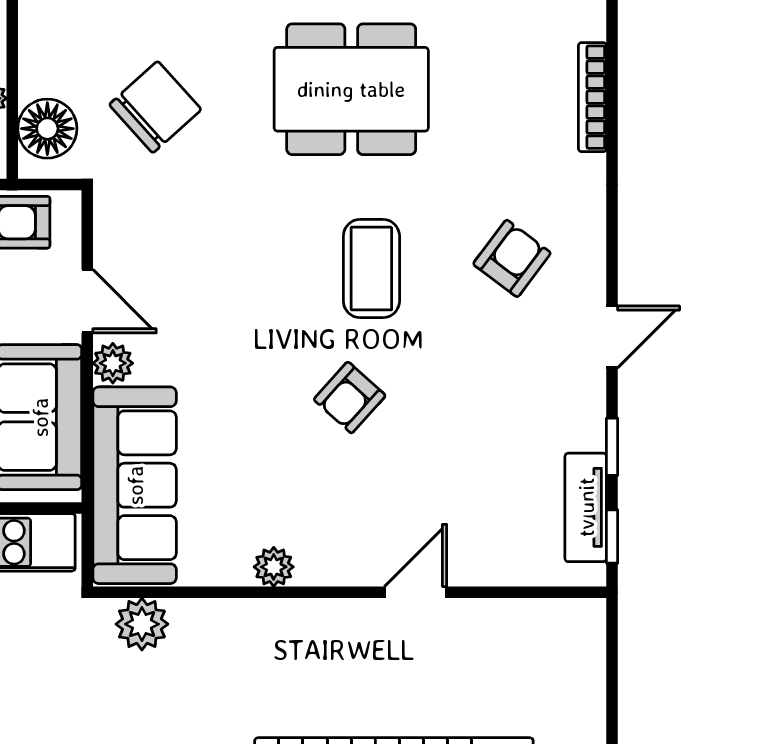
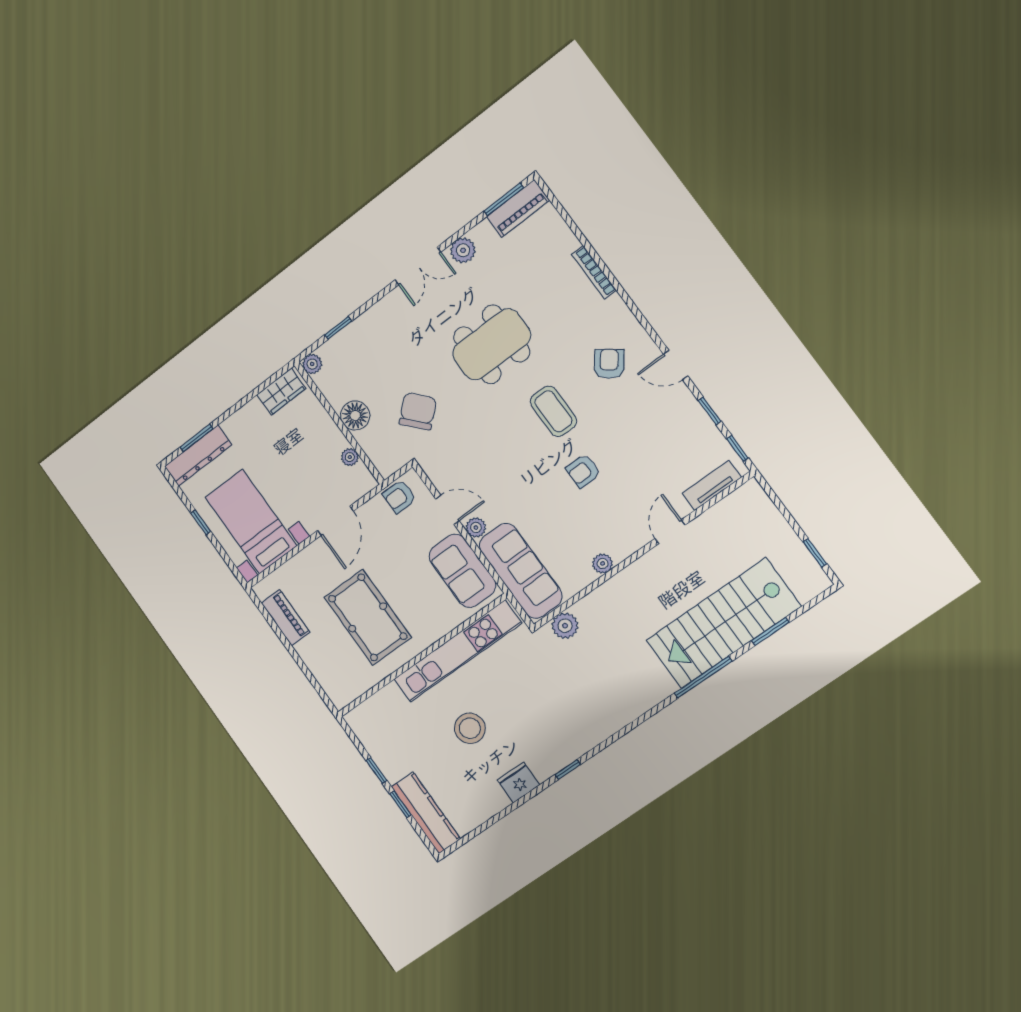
floor lamp: (47, 129) -> (355, 416), moved
door: (612, 337) -> (676, 365), swing flipped
armchair: (350, 398) -> (583, 471), turned 48
tv unit: (586, 507) -> (712, 485), moved, turned 90

